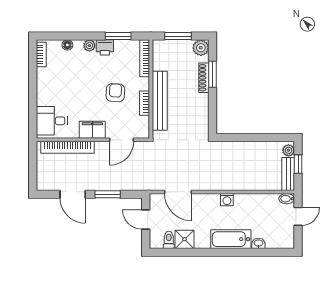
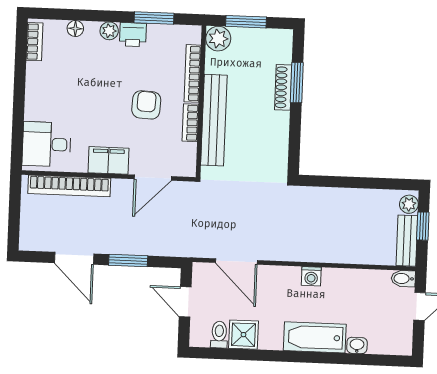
plant: (201, 48) -> (218, 39), moved
bookcase: (145, 58) -> (193, 73), moved

